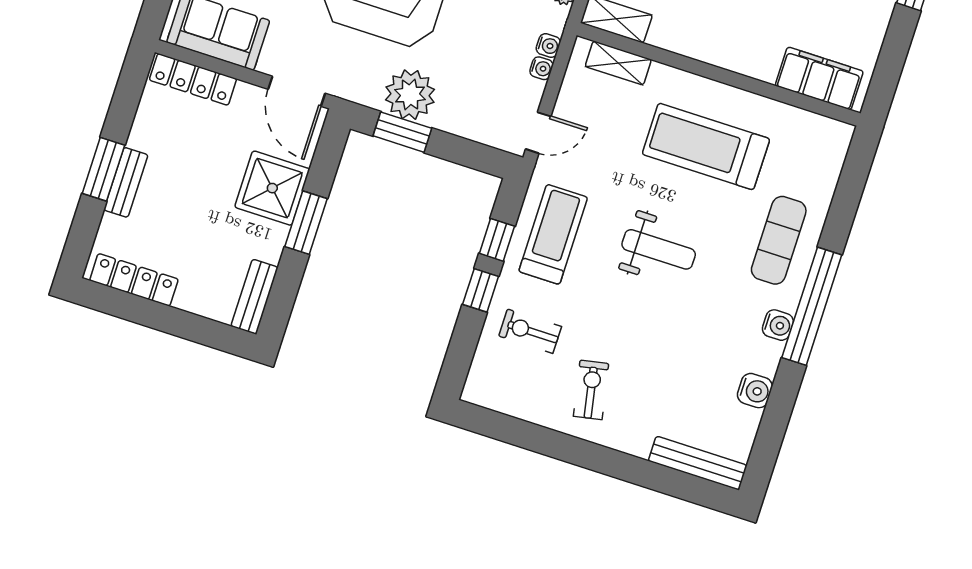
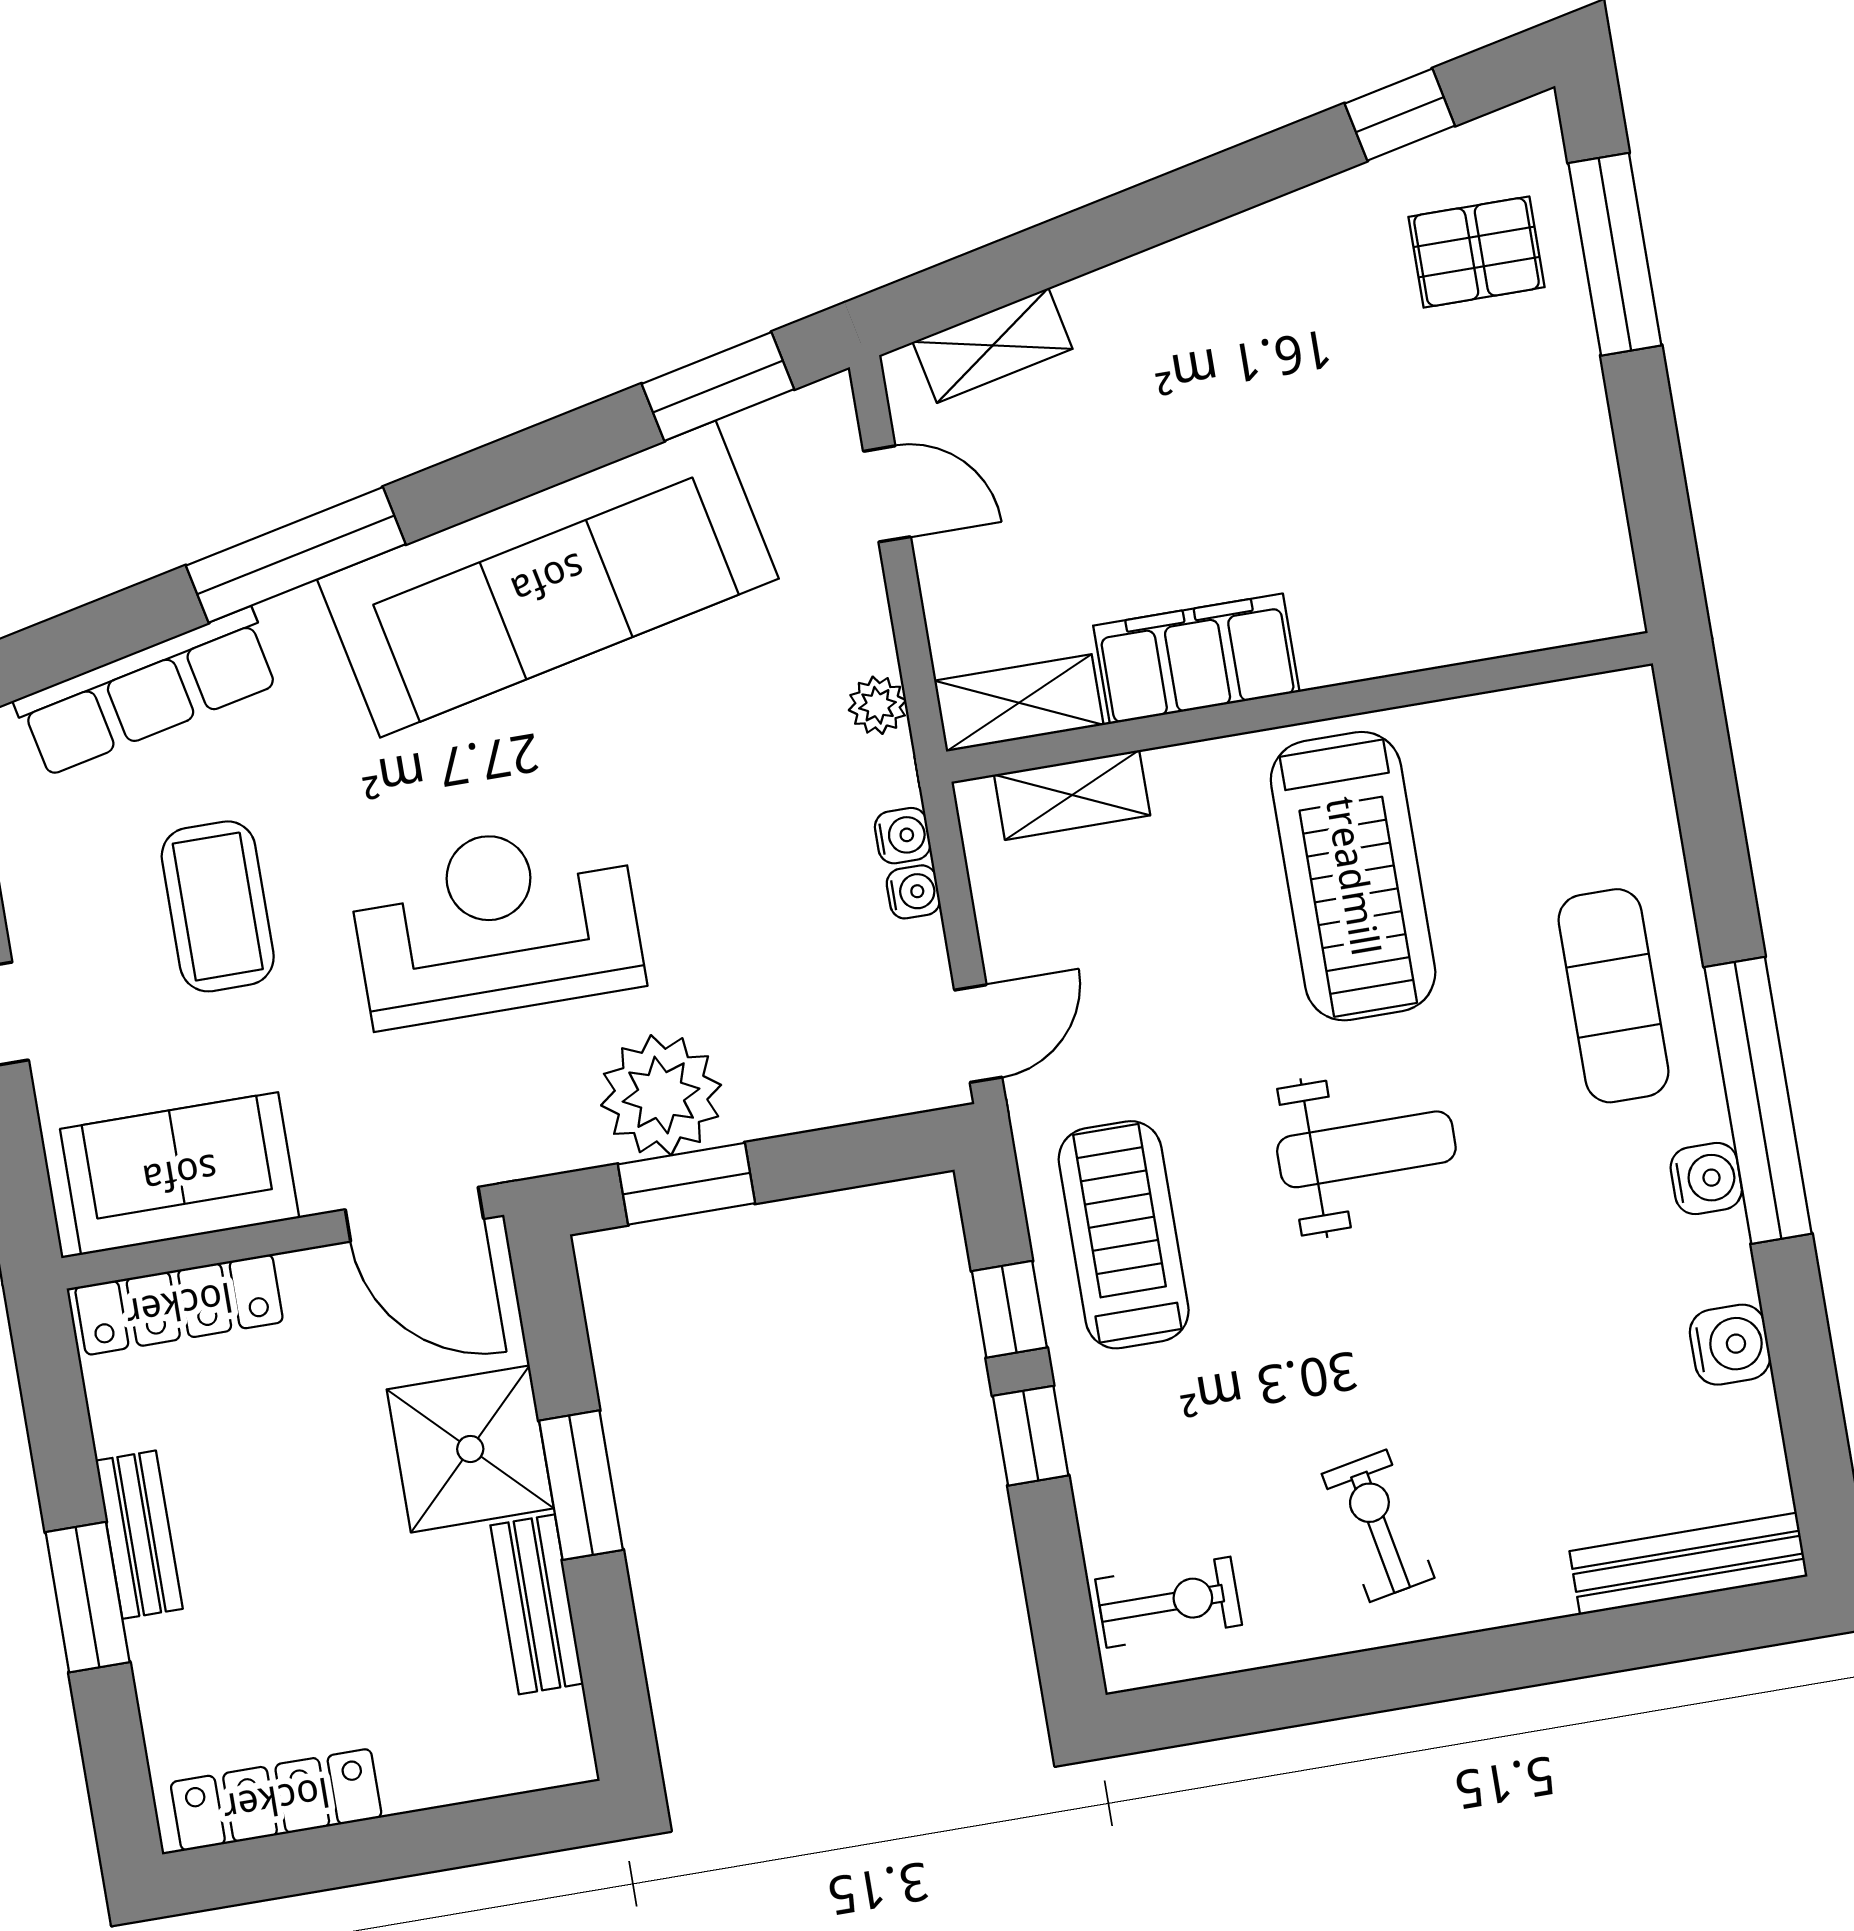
filing cabinet: (819, 78) -> (1196, 659), moved
treadmill: (706, 146) -> (1353, 876), turned -90
bench: (126, 182) -> (139, 1535), moved
bench: (255, 297) -> (537, 1604), moved
exercise bike: (530, 331) -> (1169, 1602), moved, turned 180

